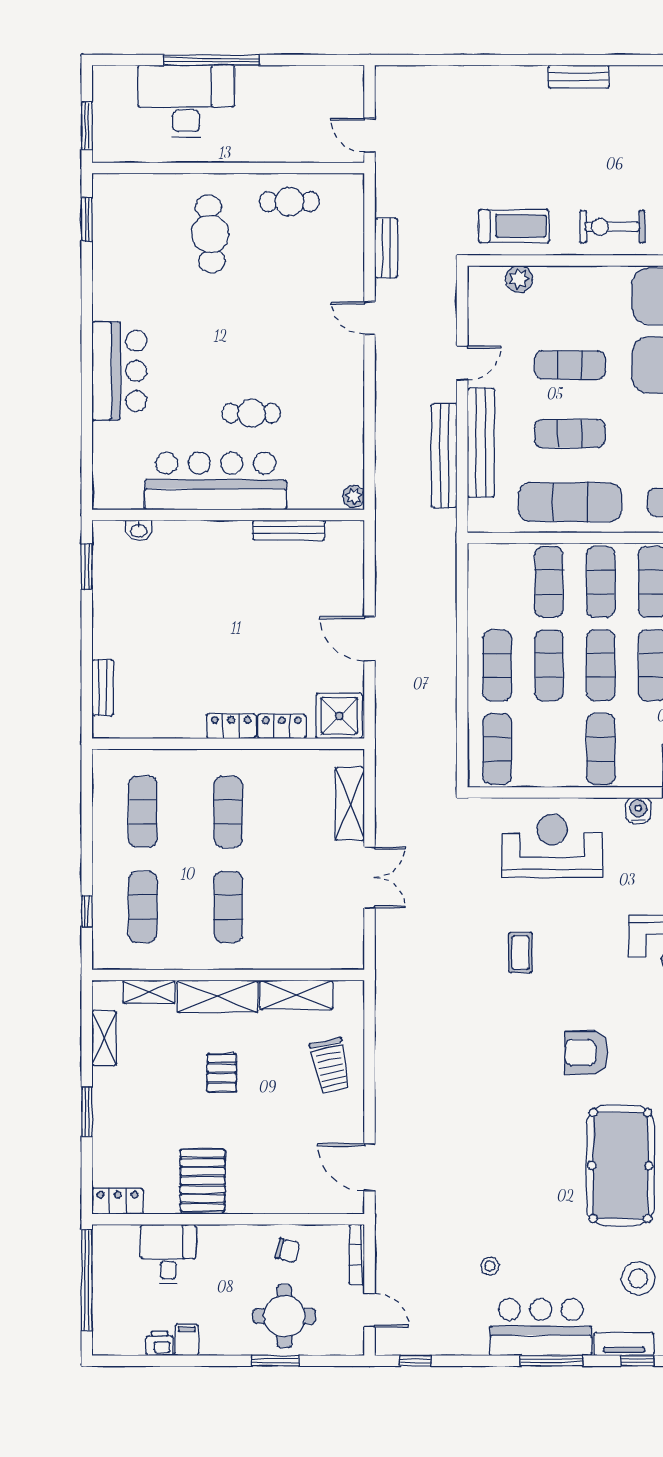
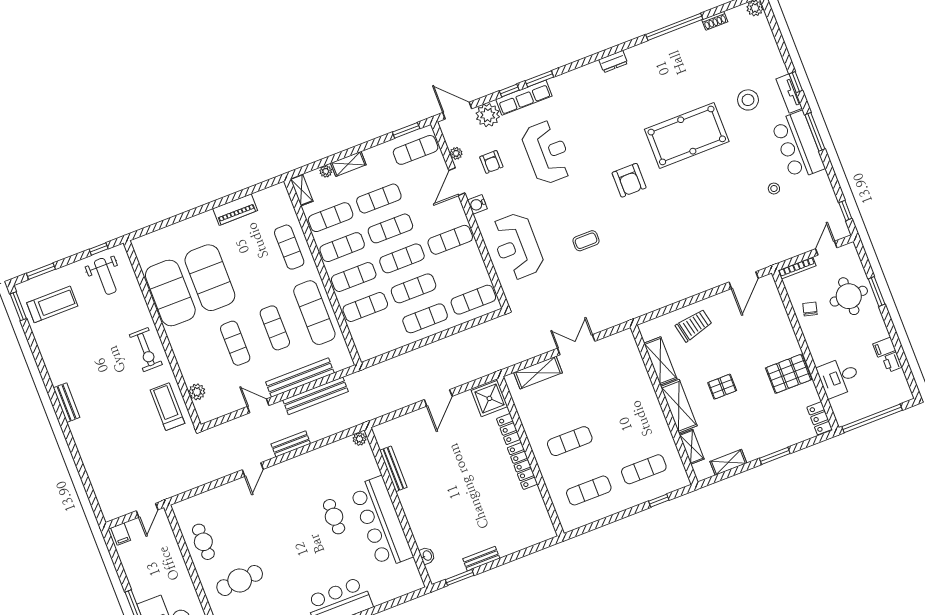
filing cabinet: (349, 82) -> (121, 534), added
bench: (386, 248) -> (291, 444), moved
bench: (103, 688) -> (481, 559), moved
locker: (231, 726) -> (522, 466), width x1.53
exercise mat: (228, 907) -> (625, 420), removed

